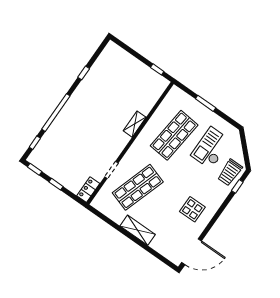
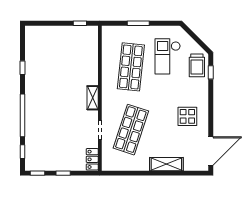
shelving: (135, 124) -> (93, 98), moved
shelving: (138, 230) -> (166, 164), moved

